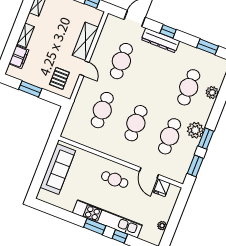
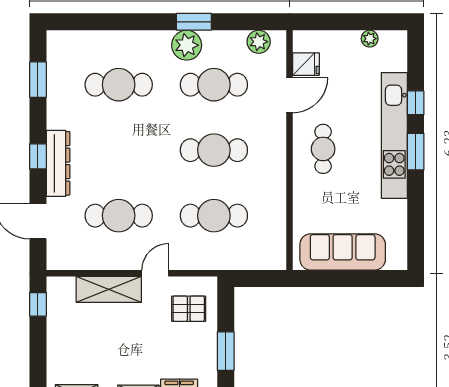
plant: (212, 92) -> (259, 42), moved
window: (195, 166) -> (247, 22), removed

